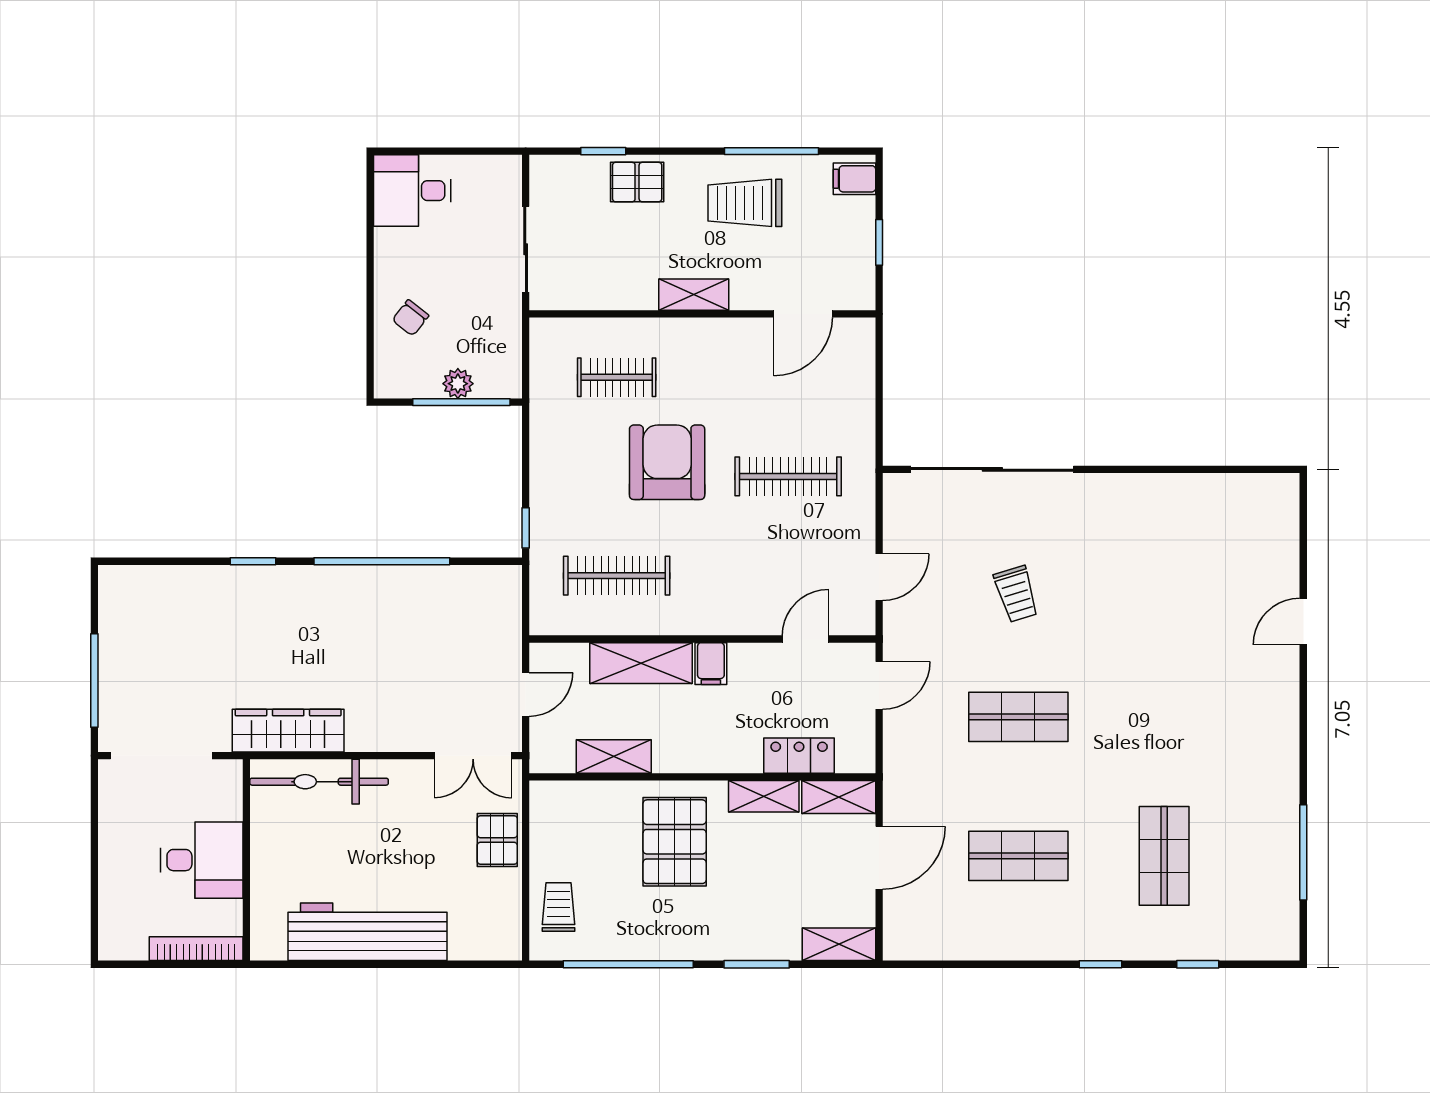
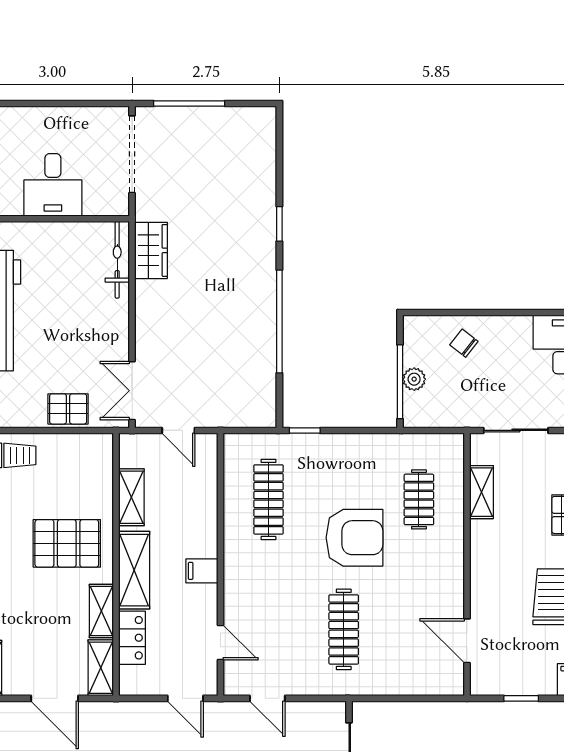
shelving: (694, 295) -> (482, 492), moved
shelving: (641, 663) -> (134, 570), moved
wardrobe: (288, 731) -> (151, 250), width x0.67
bicycle: (319, 782) -> (117, 260), width x0.73, depth x0.71

